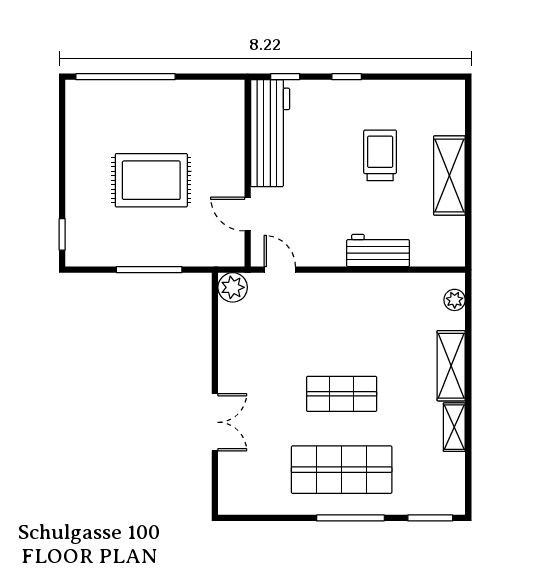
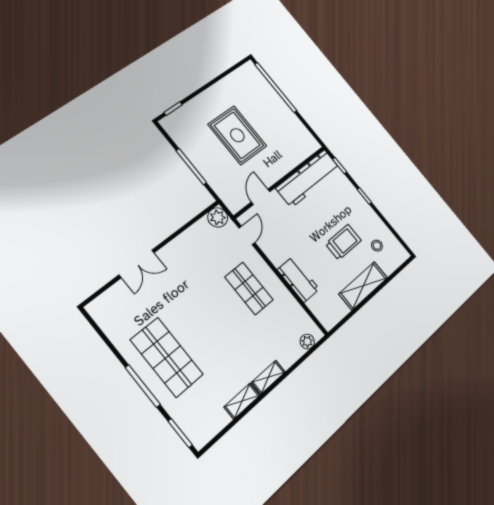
stool: (418, 115) -> (377, 246), added
shelving: (451, 366) -> (268, 377), width x0.67, depth x0.75
shop shelf: (342, 394) -> (249, 288), moved

